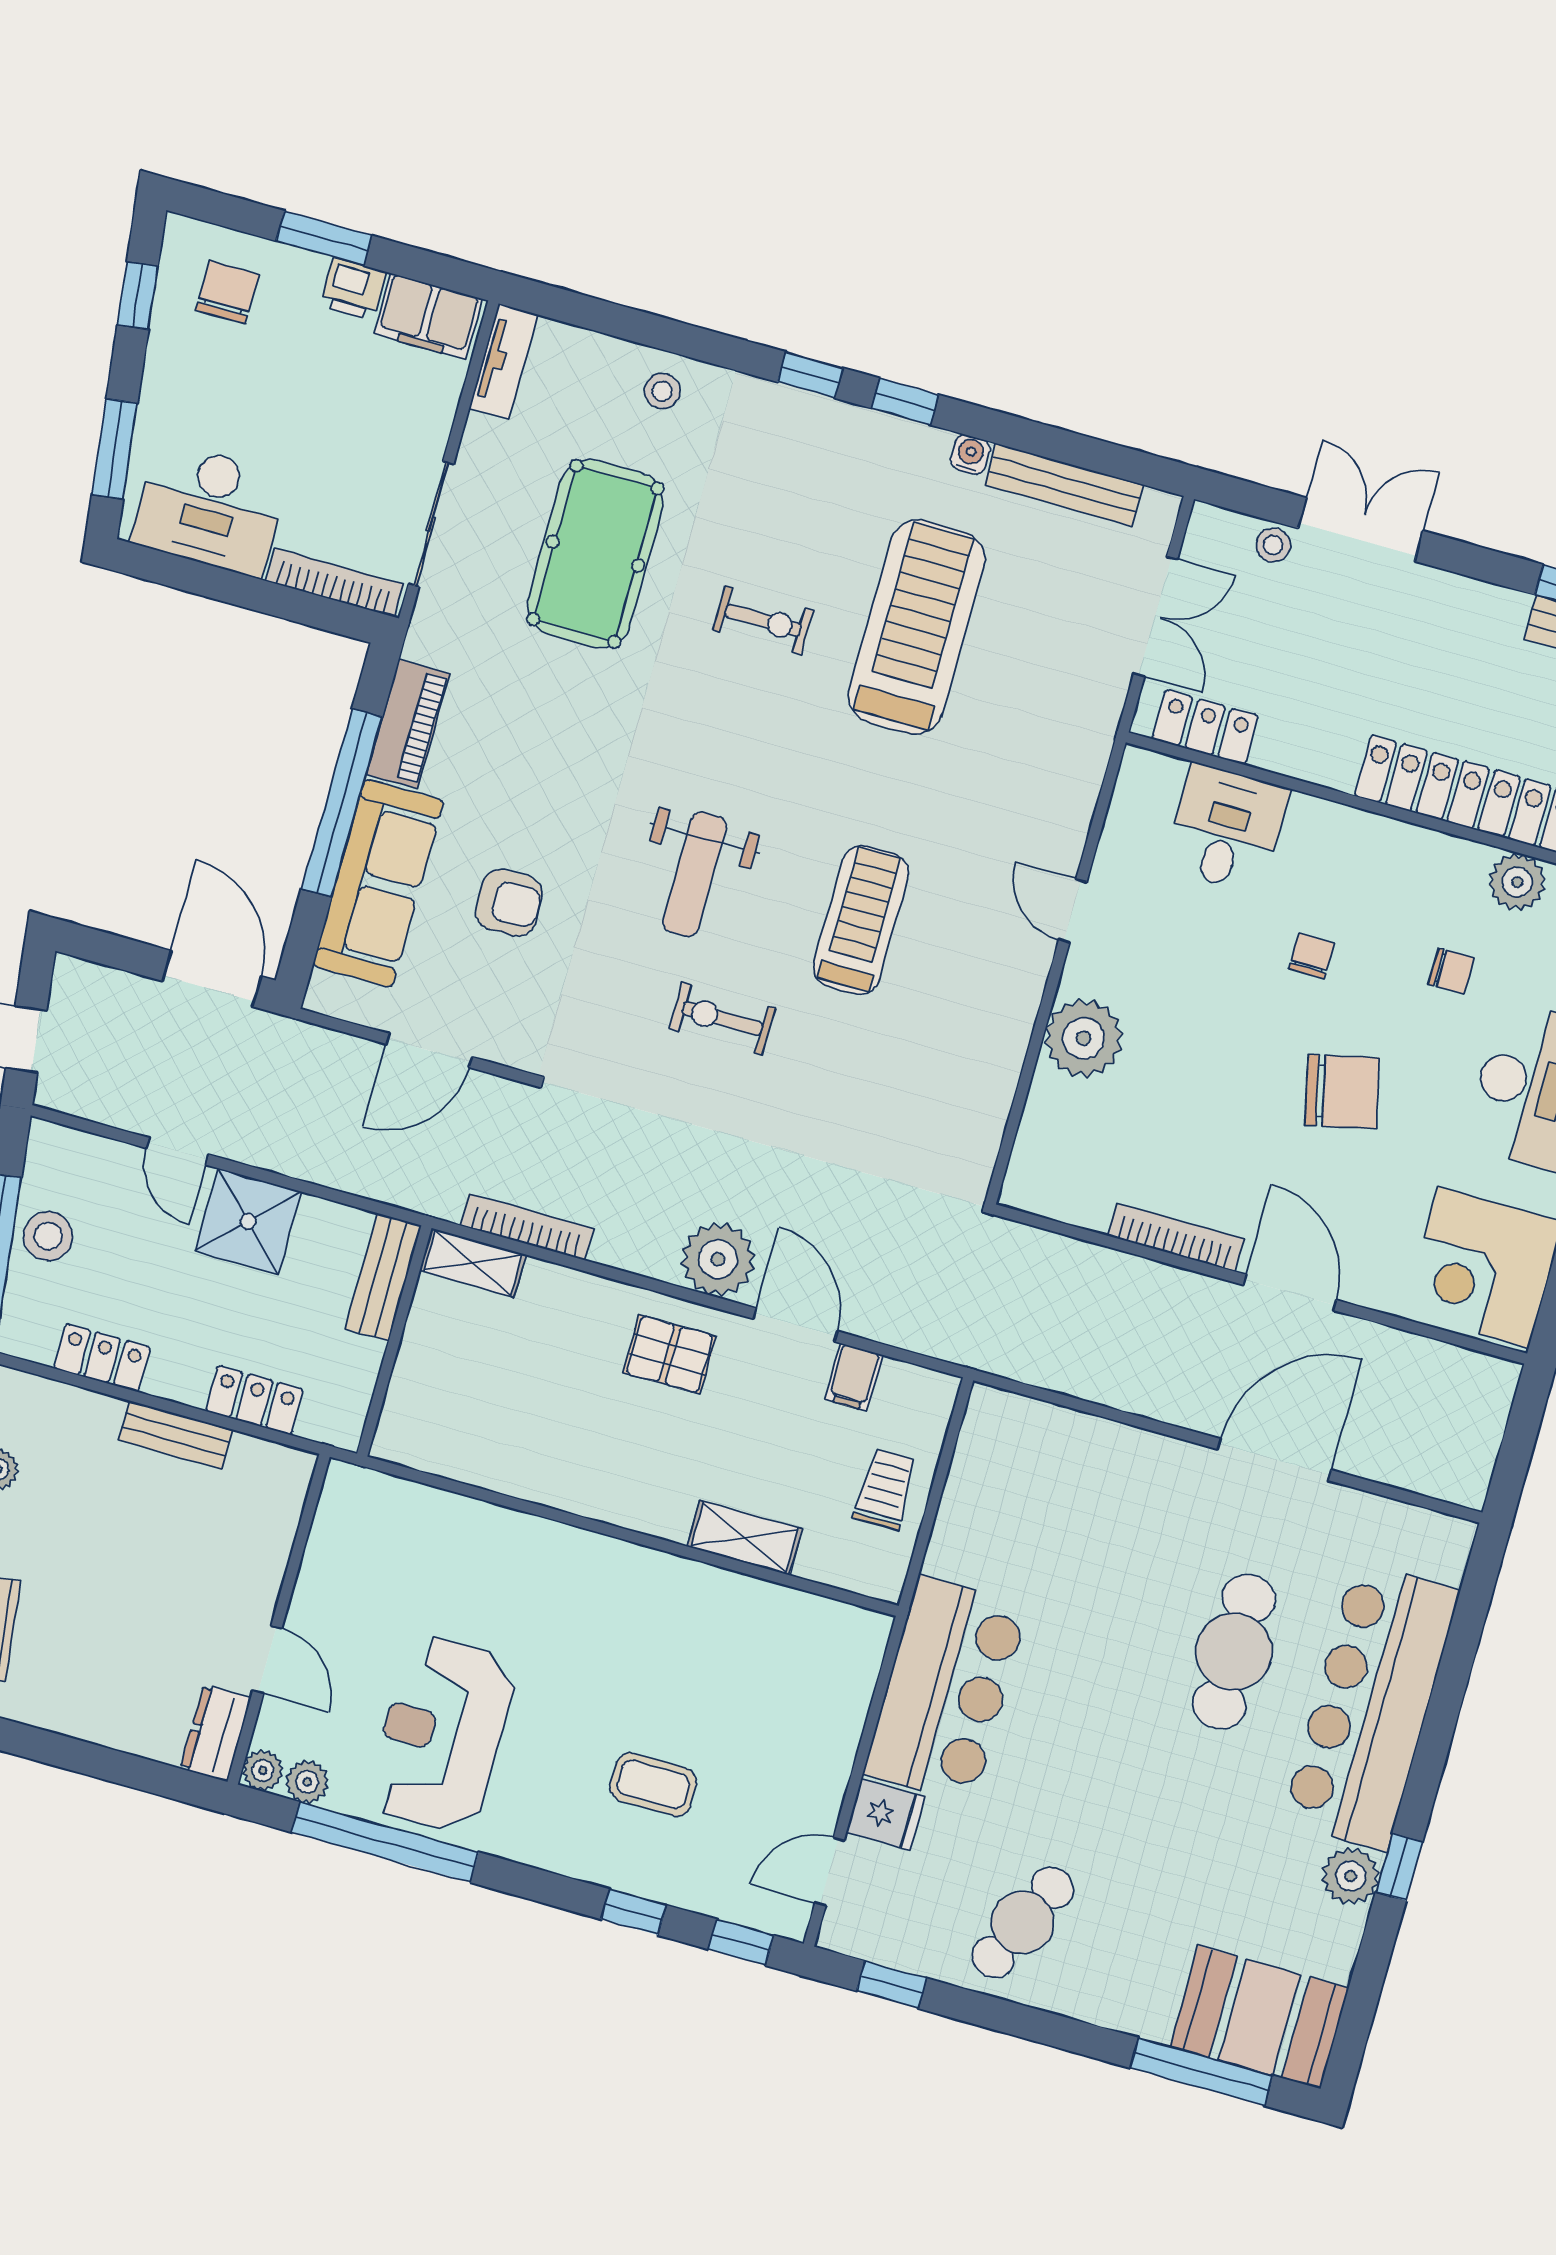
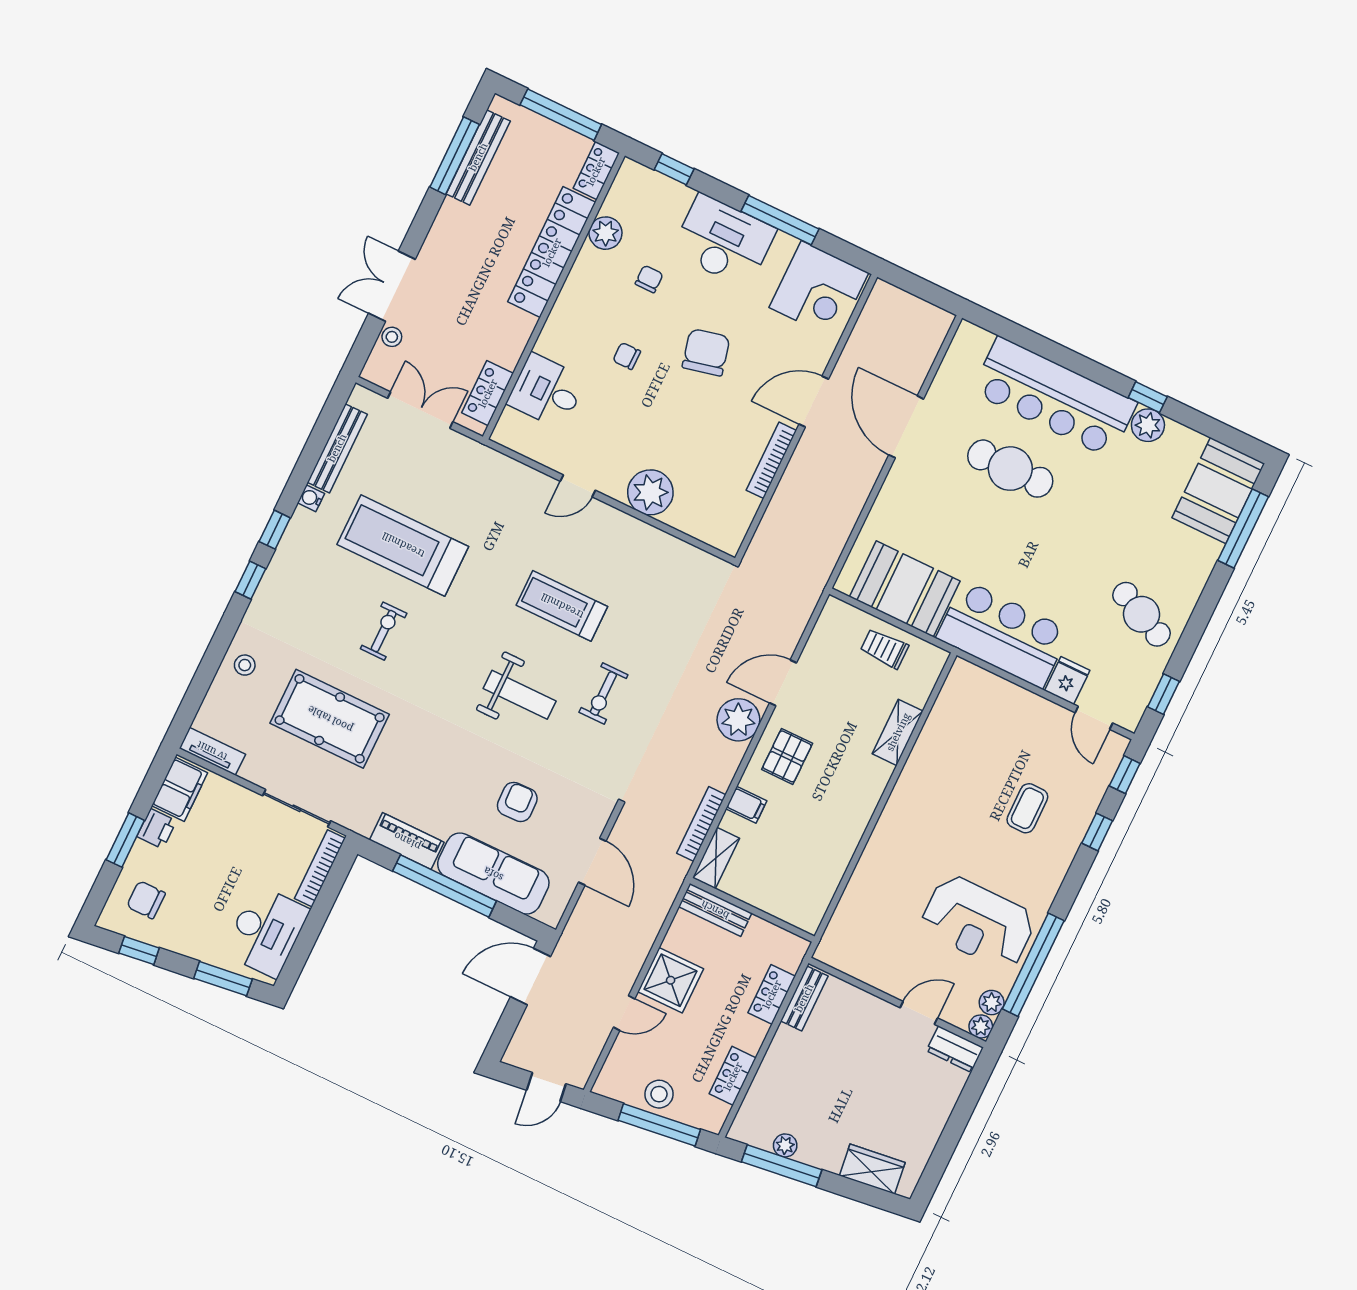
filing cabinet: (854, 1377) -> (746, 805), moved
bench: (176, 1435) -> (804, 998), moved
booth: (994, 1506) -> (905, 589), added

